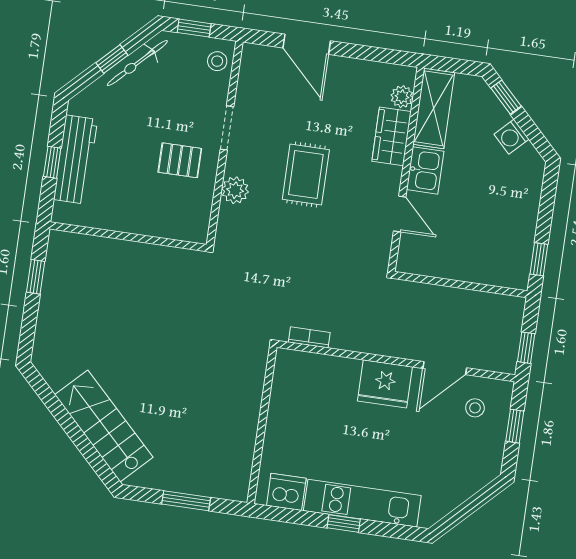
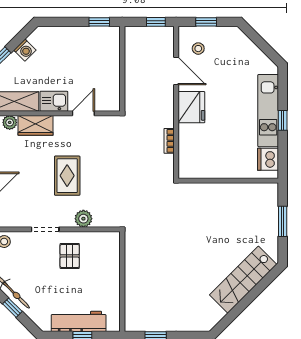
rug: (306, 175) -> (67, 176), turned 90
bookcase: (309, 337) -> (169, 141), moved

